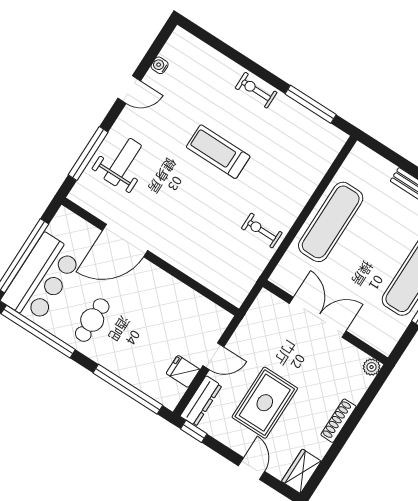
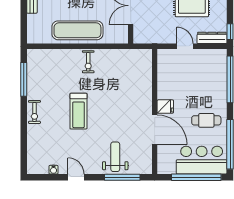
weight bench: (123, 162) -> (115, 157), turned 90
exercise bike: (262, 230) -> (88, 62), moved
fridge: (183, 371) -> (165, 107), moved, turned -90

